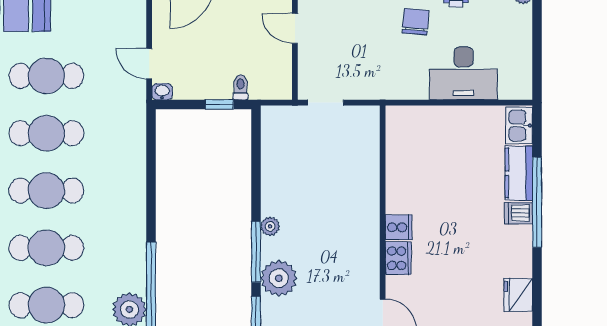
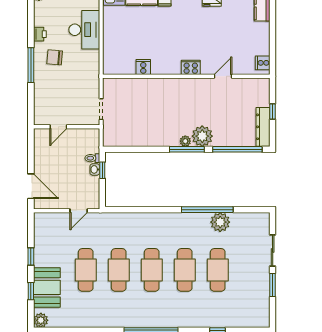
washbasin: (162, 92) -> (95, 169), moved
plant: (270, 226) -> (185, 141), moved
cooker: (399, 227) -> (143, 67), moved

